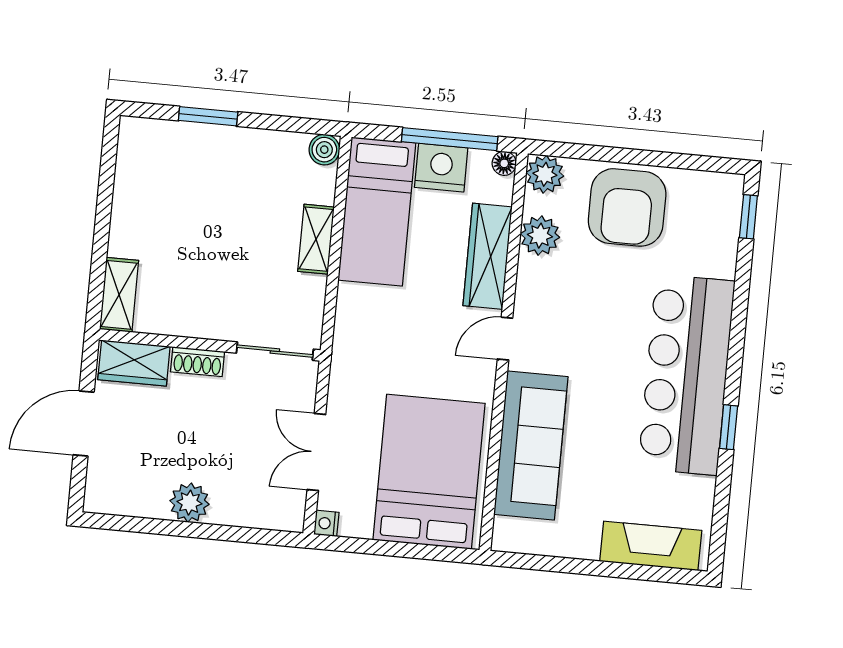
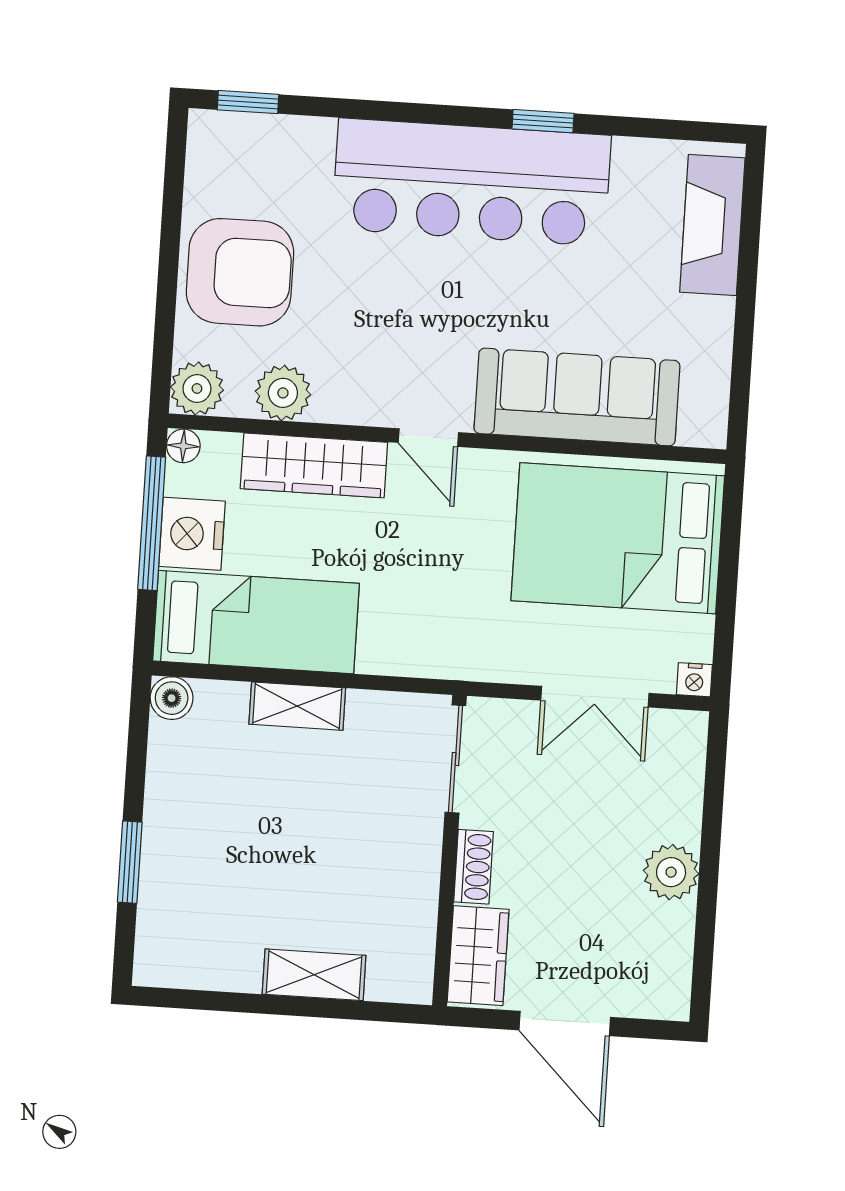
shelving: (119, 295) -> (314, 975), moved

